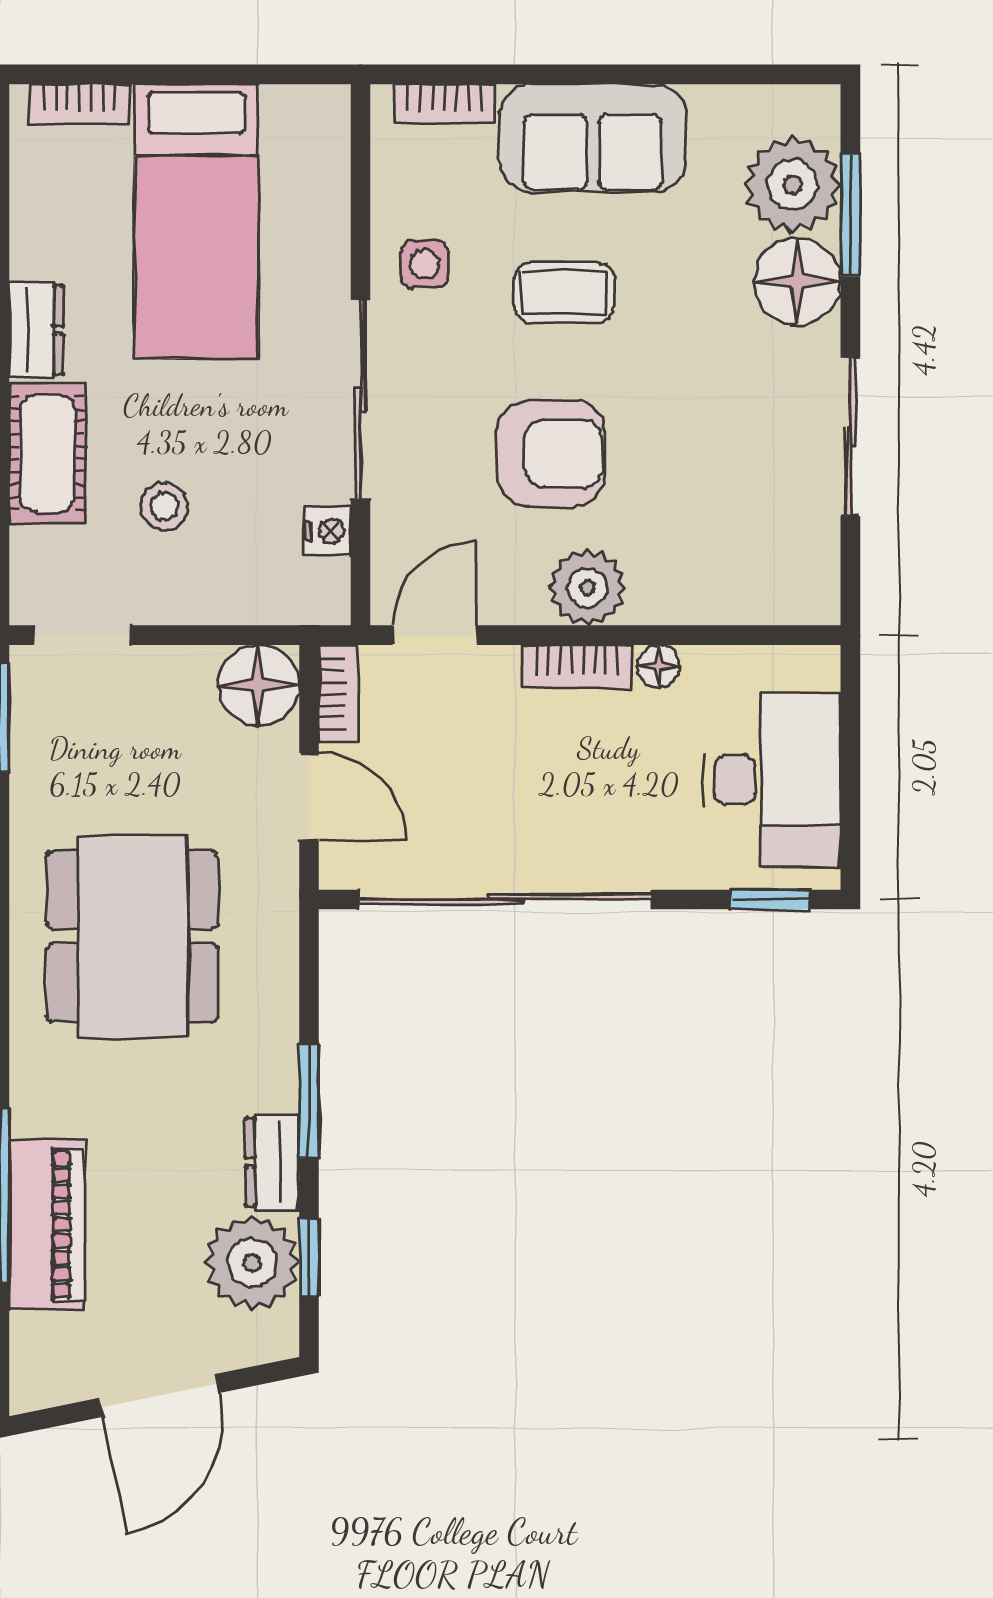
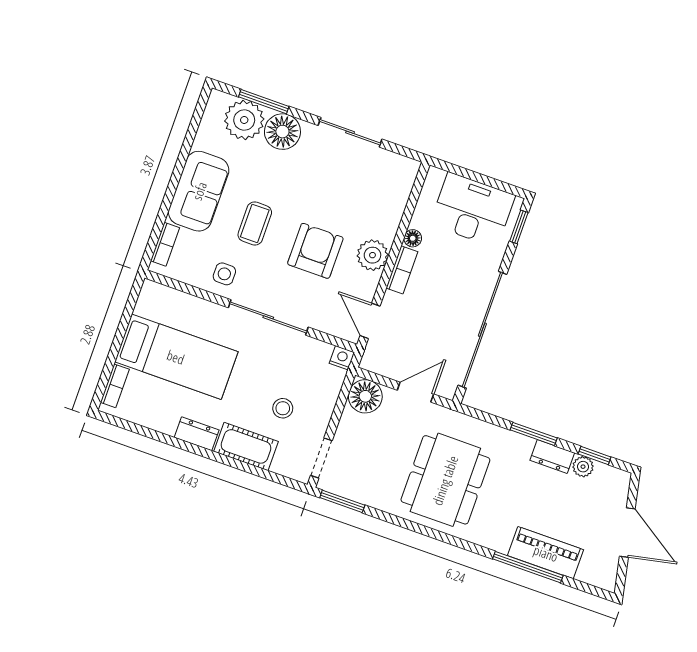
nightstand: (328, 531) -> (342, 358), moved
bookcase: (338, 694) -> (379, 367), removed
dining table: (132, 937) -> (445, 480), turned 90
plant: (252, 1263) -> (583, 467), width x0.53, depth x0.53

